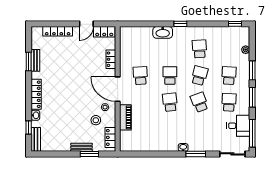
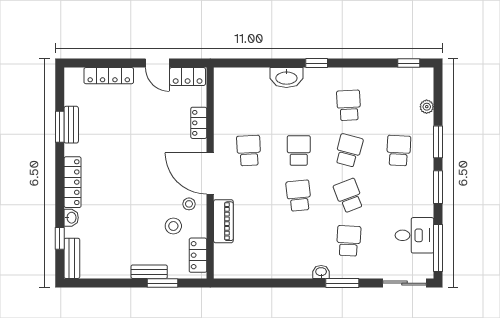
door: (86, 24) -> (157, 63), hinge flipped
school desk: (229, 102) -> (349, 241), moved

